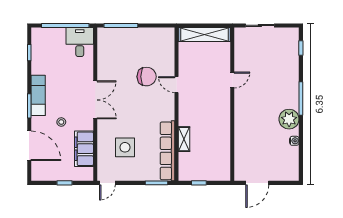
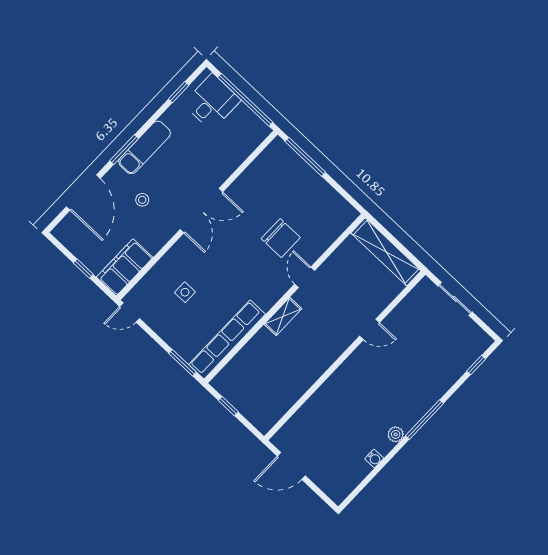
desk: (80, 42) -> (212, 102), moved
plant: (289, 119) -> (396, 434), width x0.53, depth x0.53
shelving: (184, 139) -> (283, 316), moved
side table: (125, 147) -> (185, 292), width x0.54, depth x0.54
filing cabinet: (84, 149) -> (125, 267), moved

